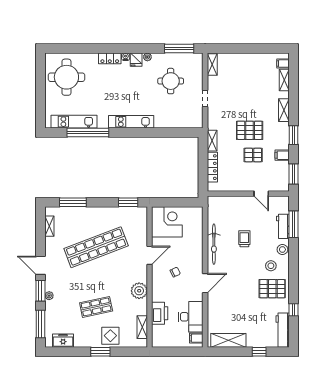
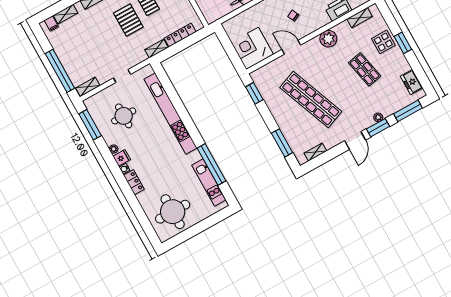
window: (239, 48) -> (60, 71), added
kitchen unit: (131, 122) -> (170, 114), width x1.86

